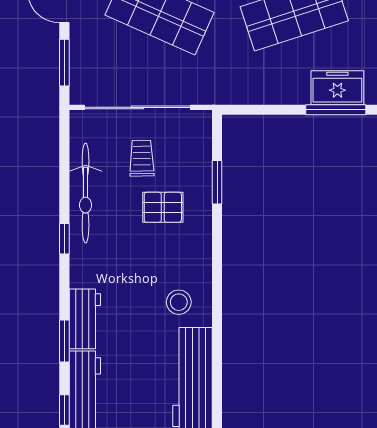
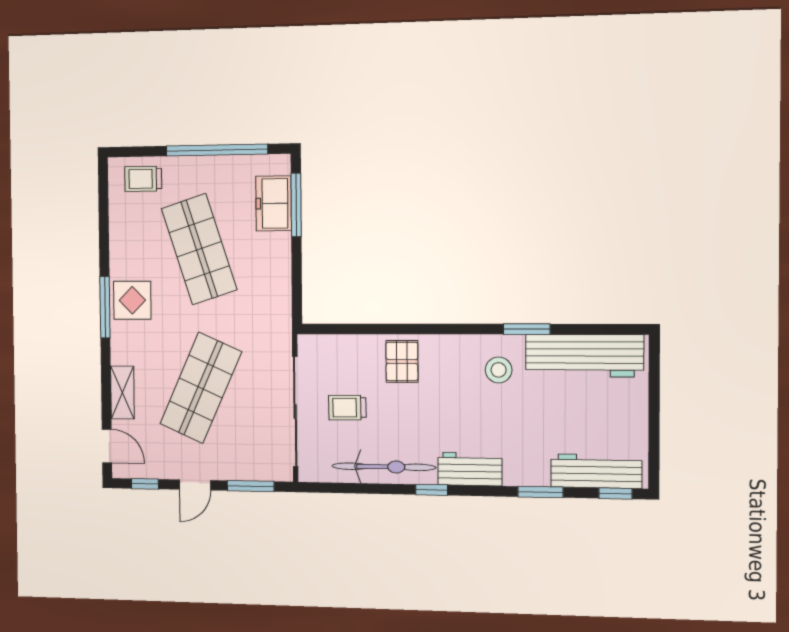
window: (217, 182) -> (527, 329), moved
pallet: (163, 207) -> (402, 361), moved
workbench: (85, 319) -> (470, 469), moved

